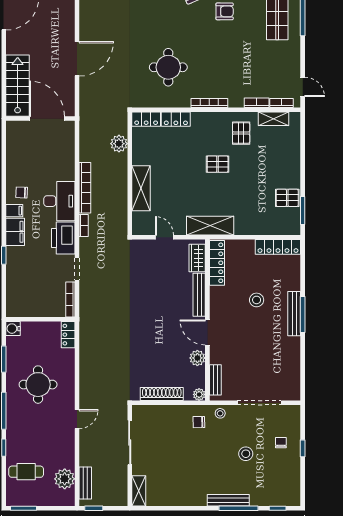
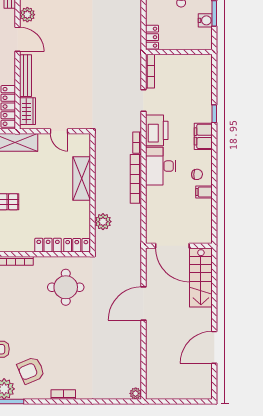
round table: (168, 67) -> (66, 287), moved
filing cabinet: (14, 211) -> (204, 192), moved
water cooler: (13, 329) -> (205, 20), moved

